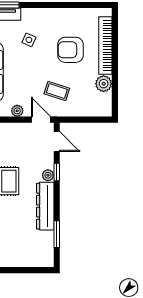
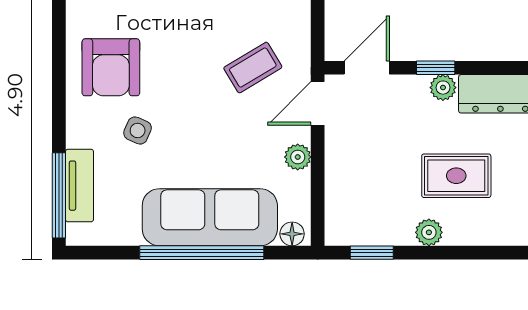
armchair: (70, 50) -> (111, 67), moved
coffee table: (57, 91) -> (253, 68), turned 41

